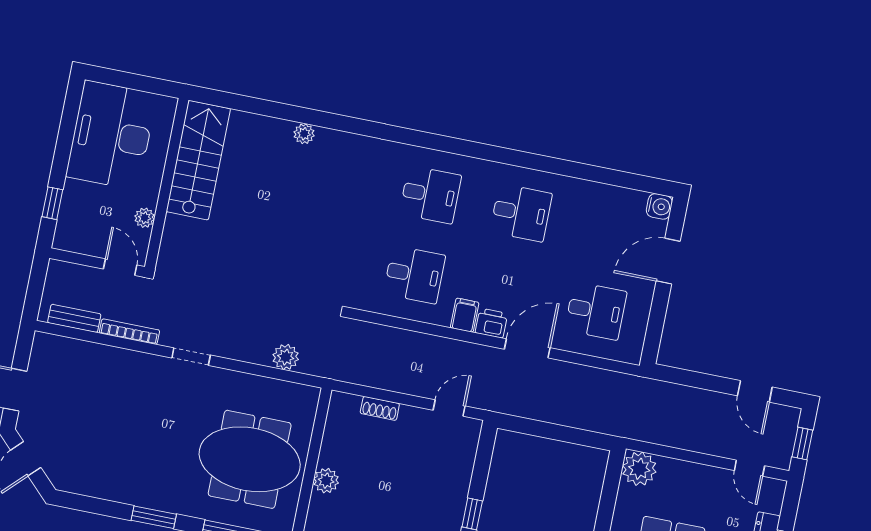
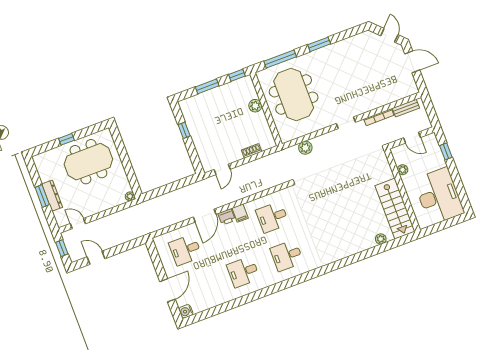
plant: (304, 134) -> (381, 239), moved
door: (120, 267) -> (412, 138), moved
meeting table: (250, 459) -> (294, 95), turned 90
plant: (639, 469) -> (130, 196), width x0.53, depth x0.53

